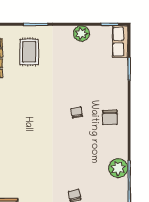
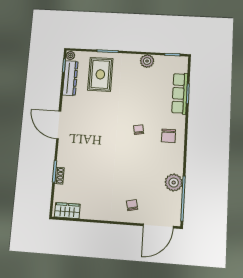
row of seats: (120, 42) -> (180, 93), moved, width x1.48
rug: (29, 52) -> (100, 74), width x1.36, depth x1.43

